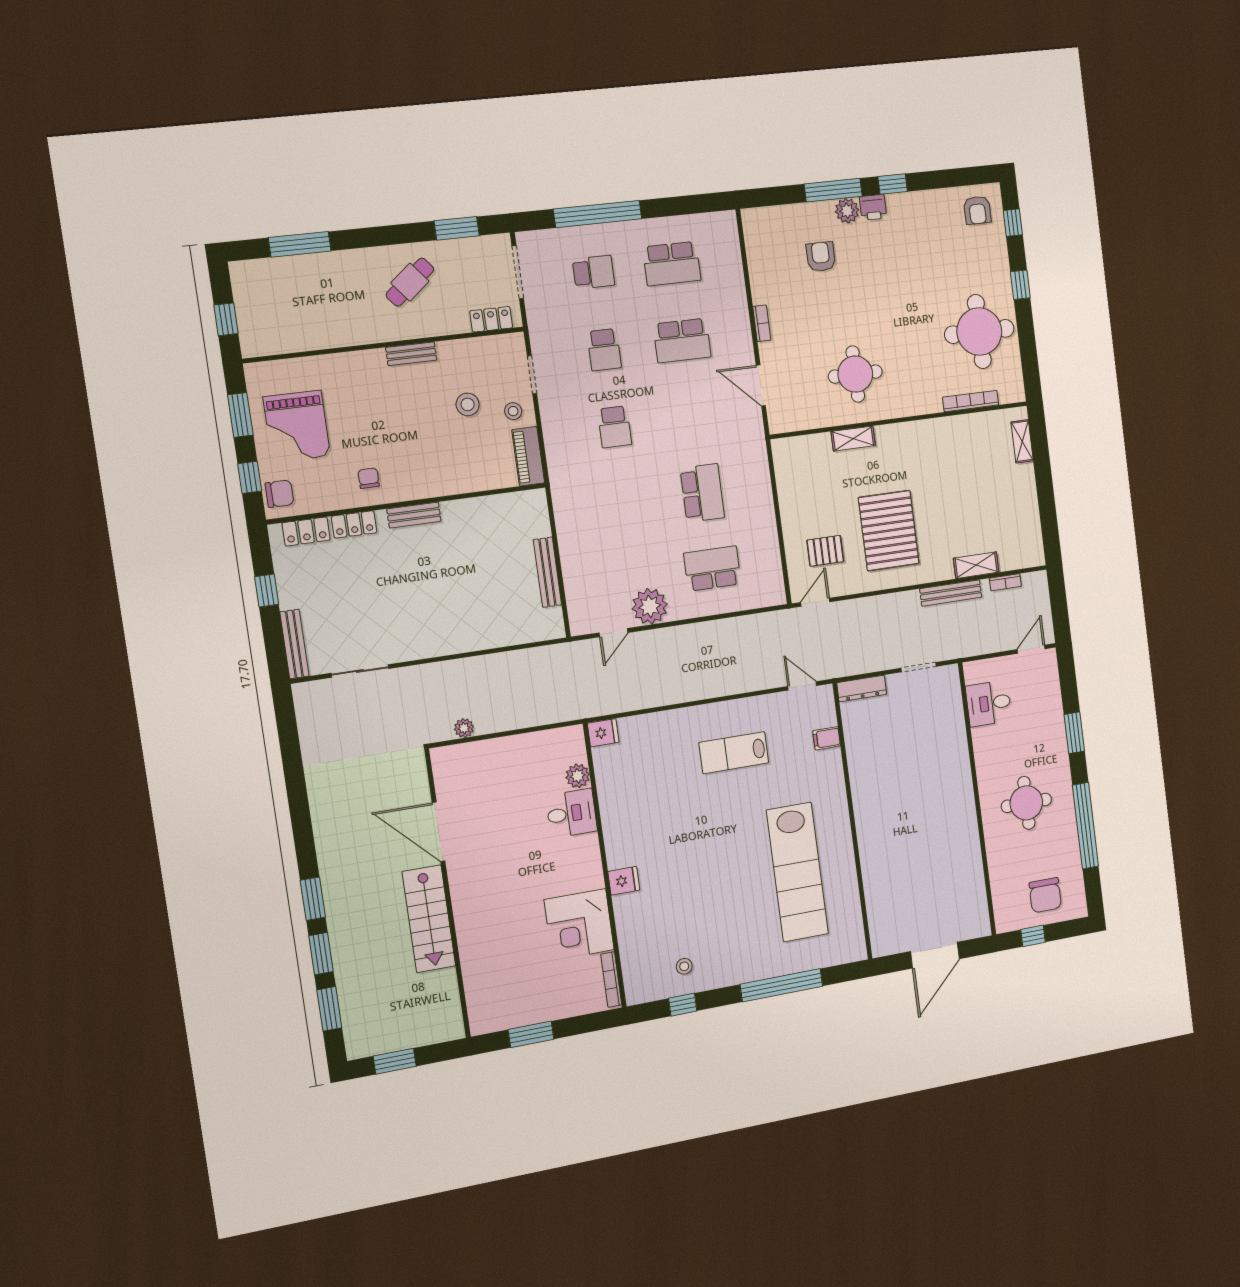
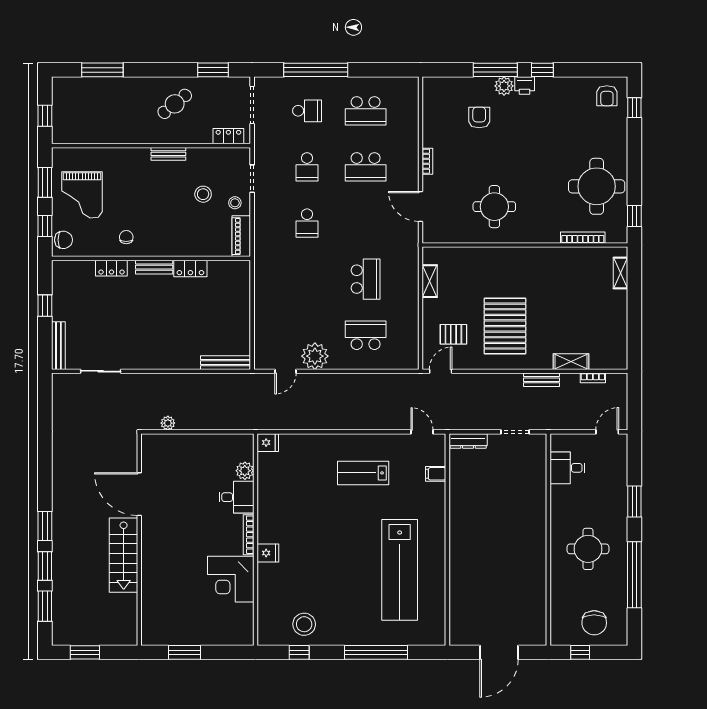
window: (1020, 285) -> (634, 216), moved
shelving: (853, 439) -> (430, 281), moved, turned 90
locker: (306, 531) -> (190, 268), moved
bench: (547, 572) -> (226, 363), moved, turned 90
bench: (951, 593) -> (541, 380), width x0.73
stool: (684, 966) -> (304, 624), width x1.89, depth x1.89
bookcase: (611, 980) -> (249, 535), moved

